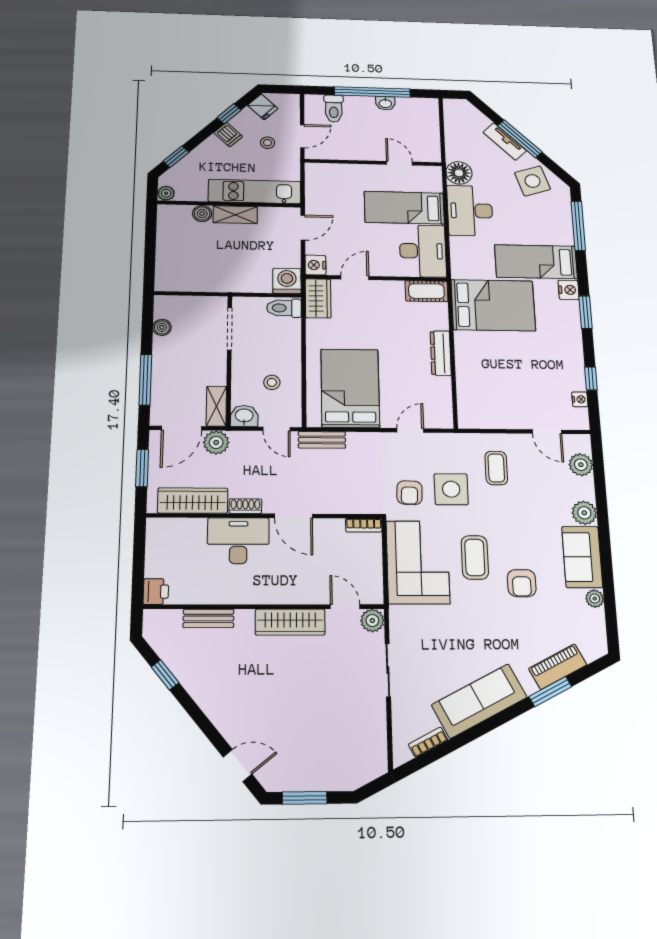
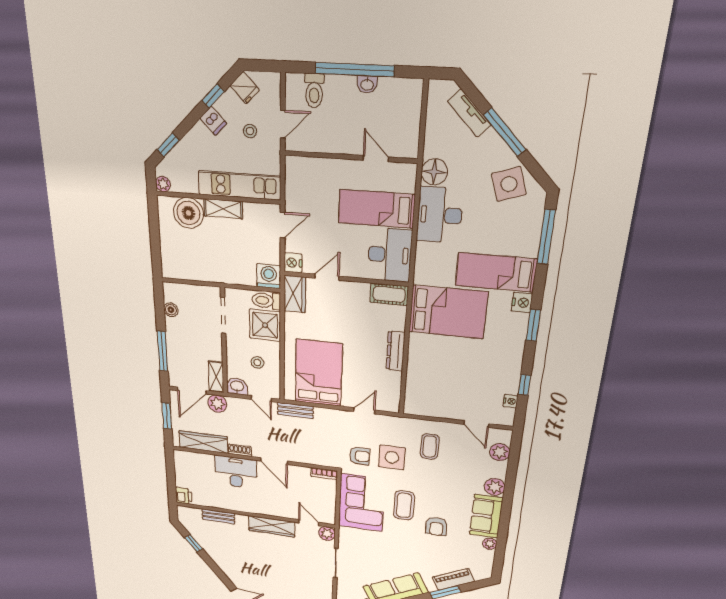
tv unit: (505, 142) -> (469, 113), moved
boiler: (202, 213) -> (188, 213), width x1.86, depth x1.86
shower: (282, 336) -> (265, 325), added
armchair: (409, 493) -> (360, 456), turned -92

